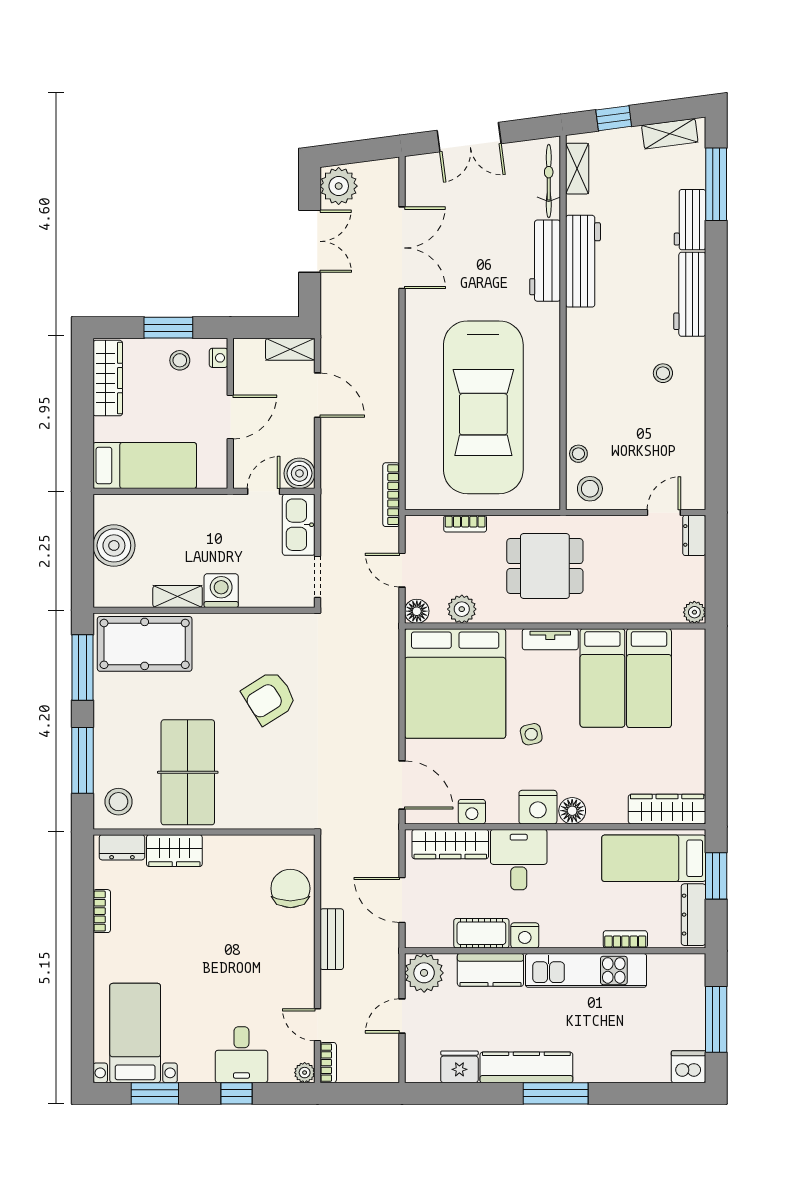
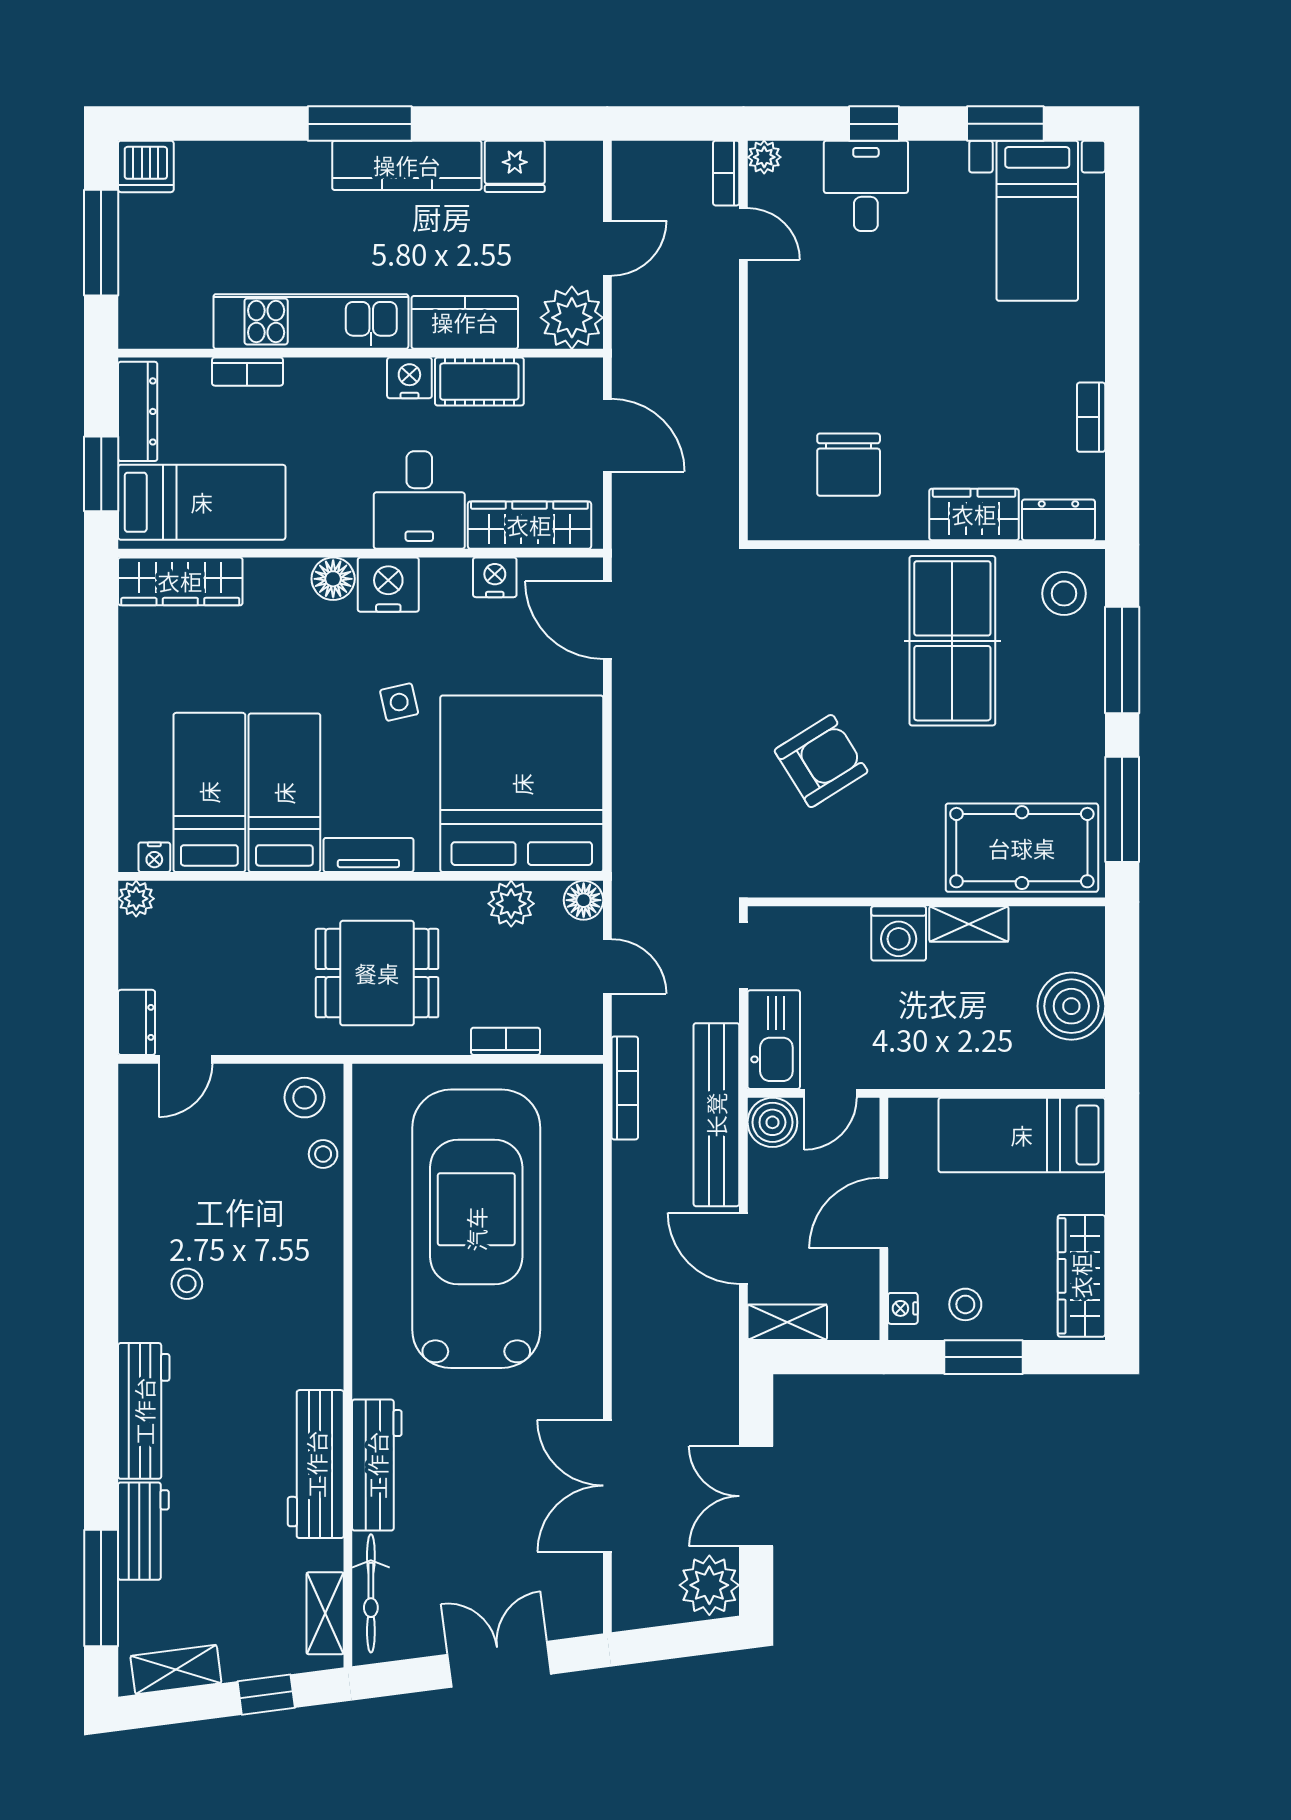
nightstand: (683, 638) -> (154, 857), added
chair: (290, 888) -> (849, 465), moved
bench: (332, 939) -> (716, 1115), moved, width x1.86, depth x1.21

